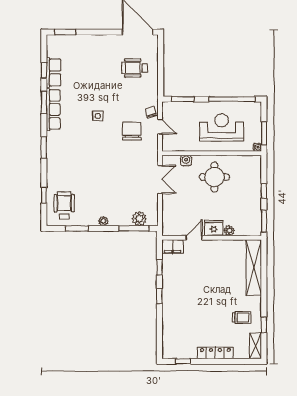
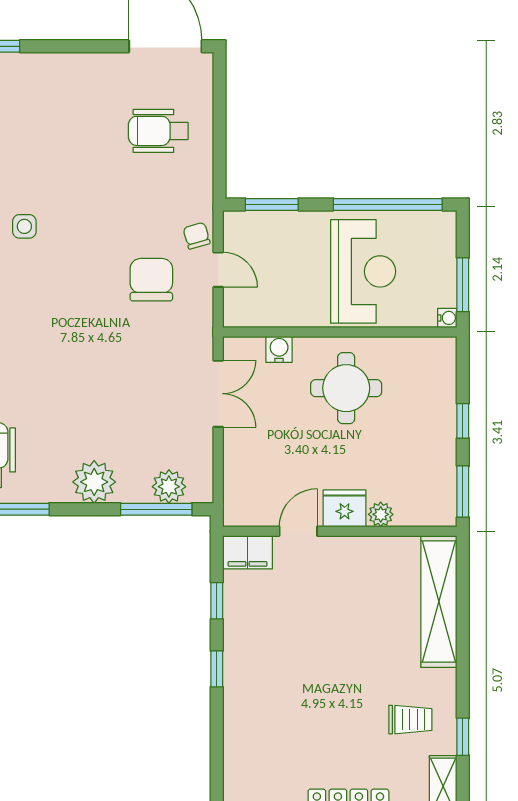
side table: (98, 116) -> (24, 226), moved
reception desk: (222, 128) -> (363, 271), turned 90
plant: (103, 221) -> (94, 482), width x1.88, depth x1.88

